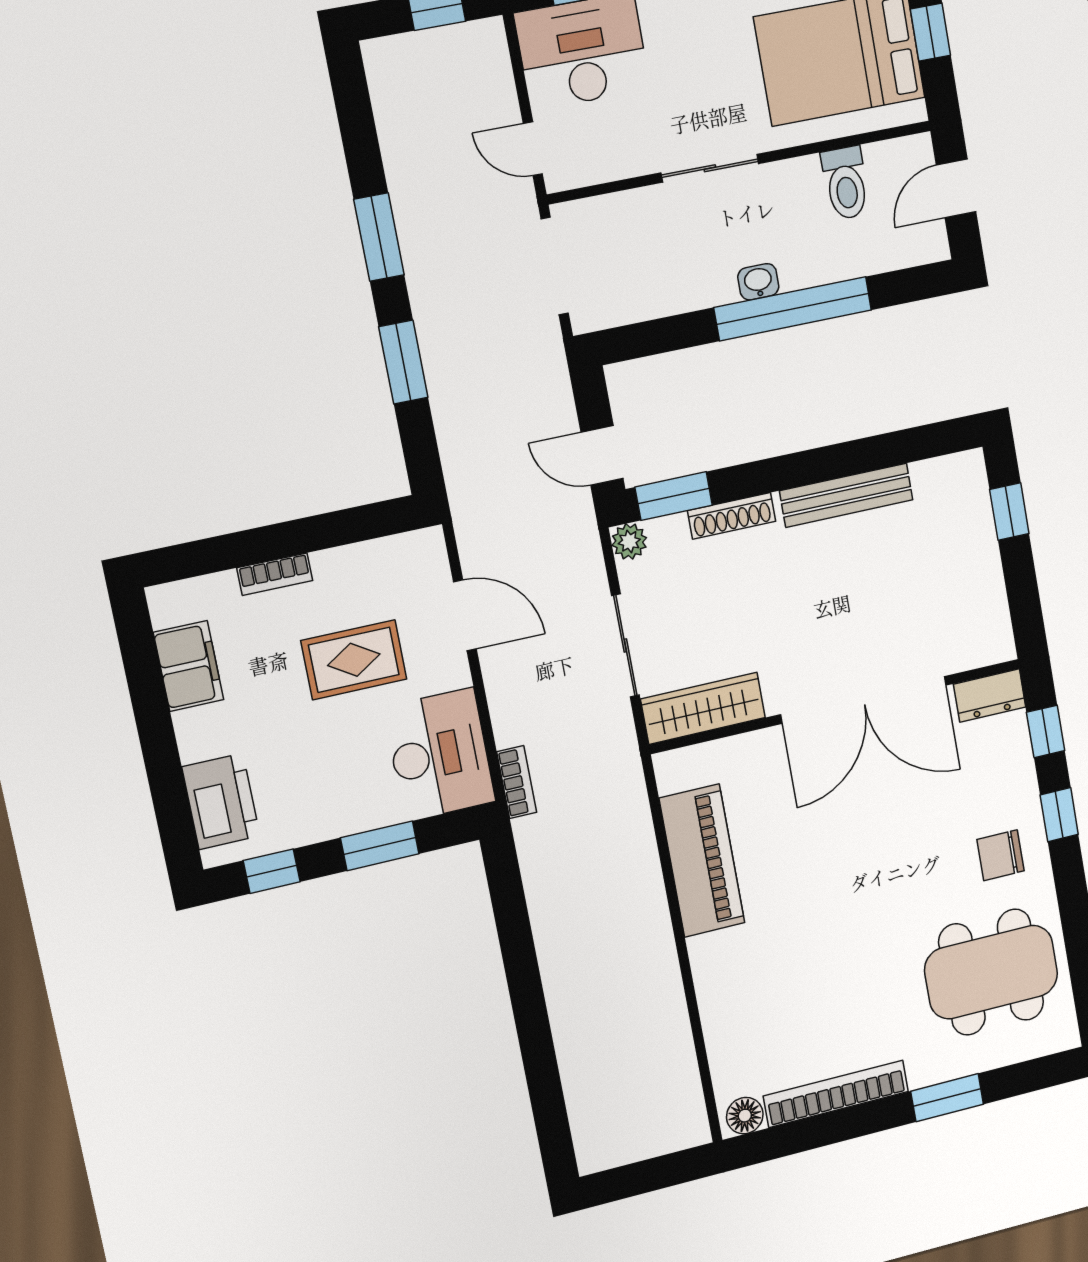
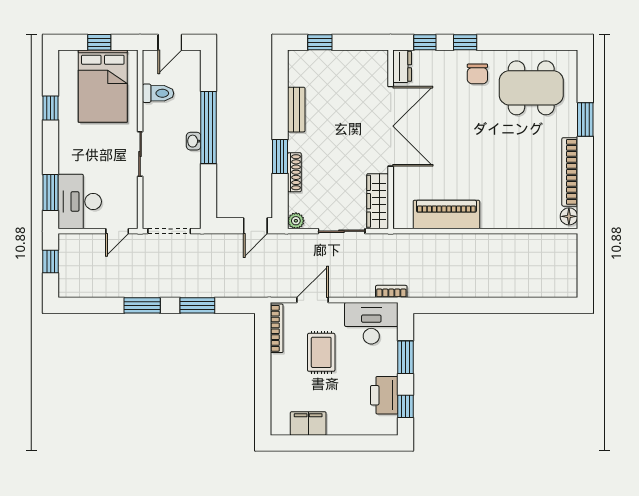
door: (956, 188) -> (170, 42), hinge flipped
bench: (846, 495) -> (296, 110), width x0.73
window: (674, 496) -> (280, 157), moved
bookcase: (275, 574) -> (277, 328), moved, width x1.56
printer: (221, 801) -> (384, 395), moved, turned -90
dining table: (991, 972) -> (531, 88), turned 90

